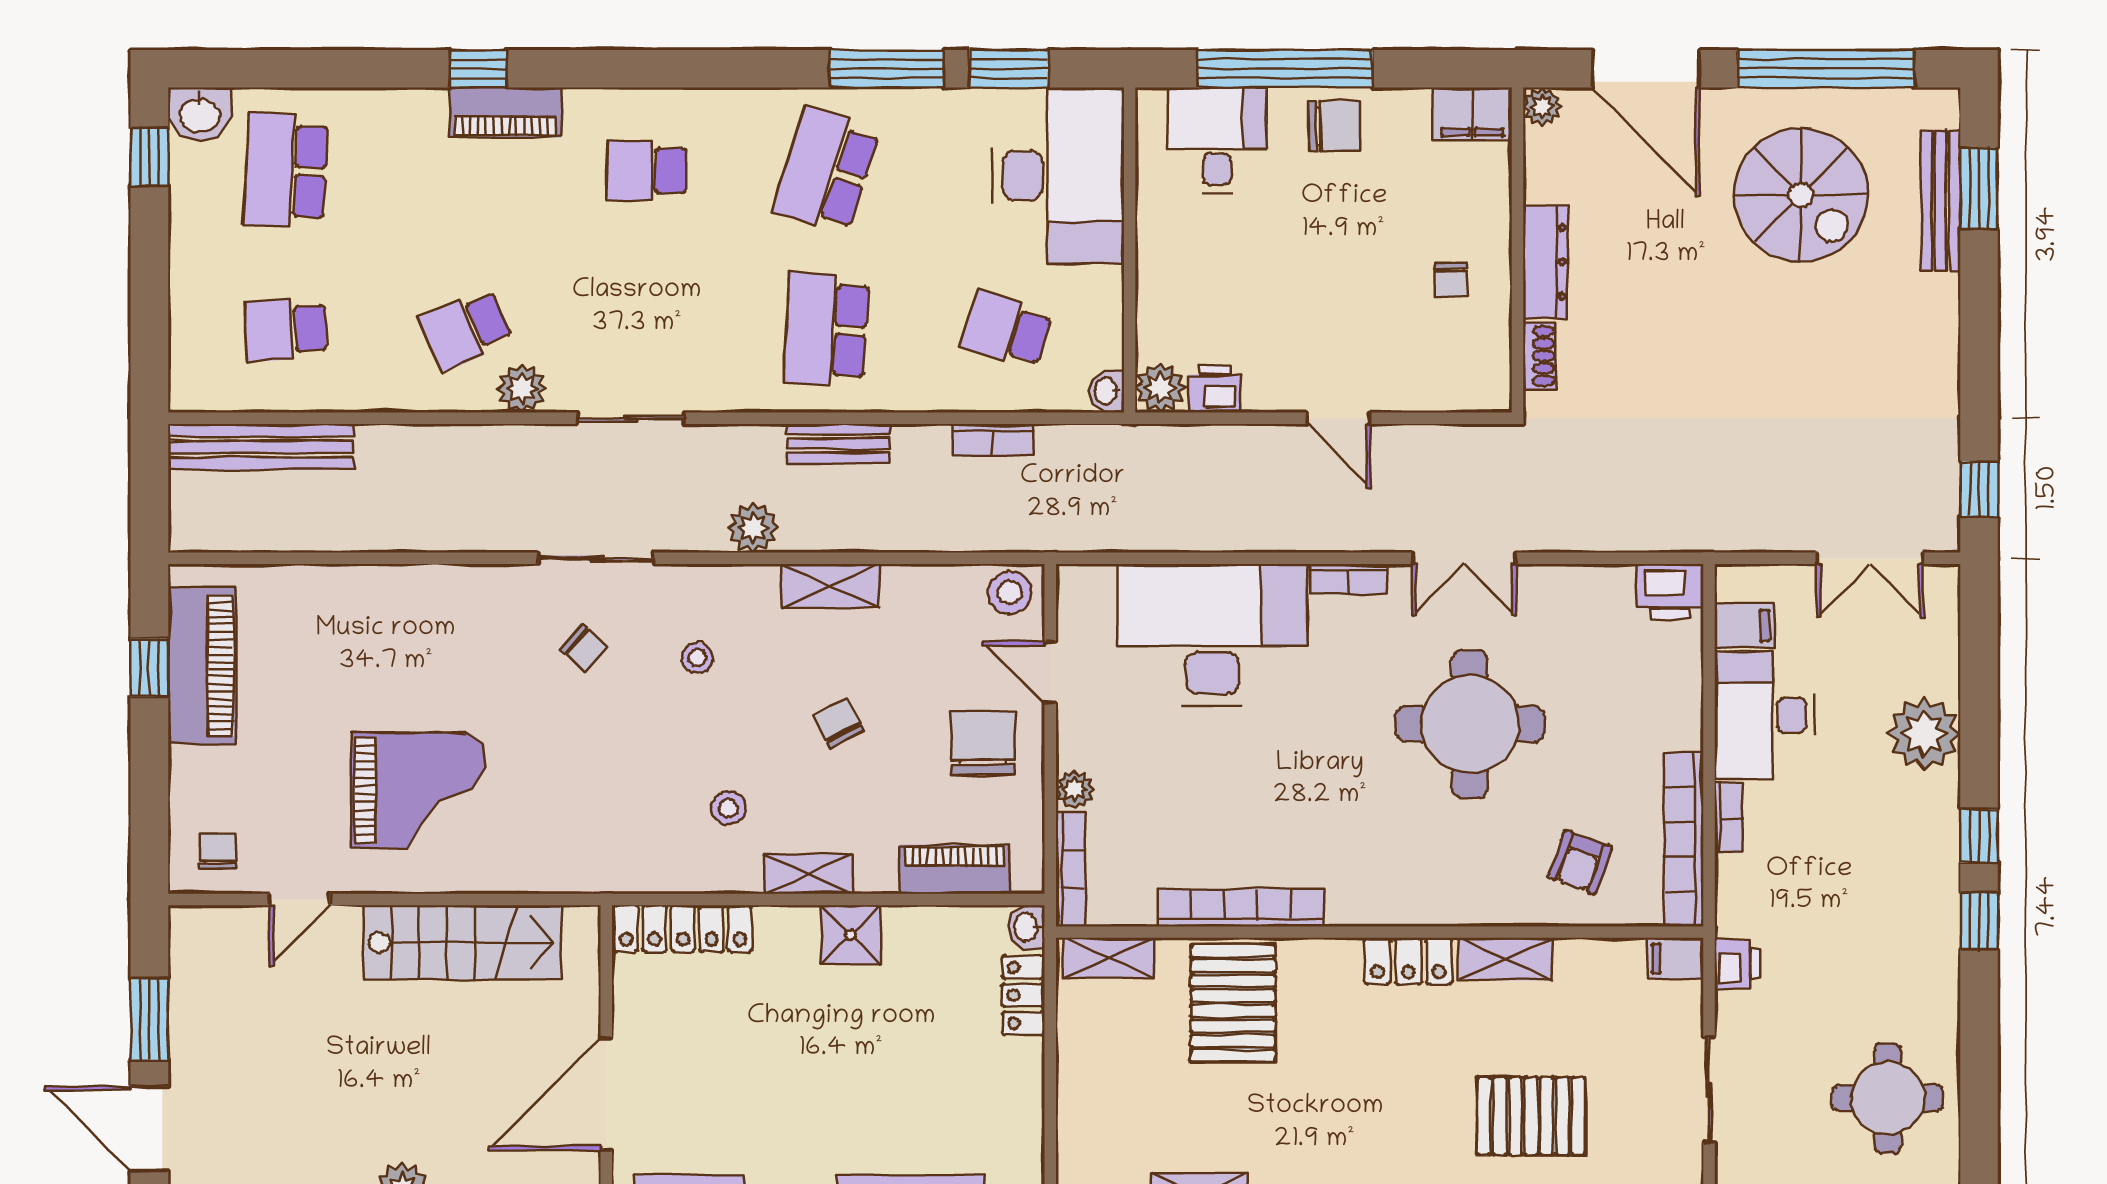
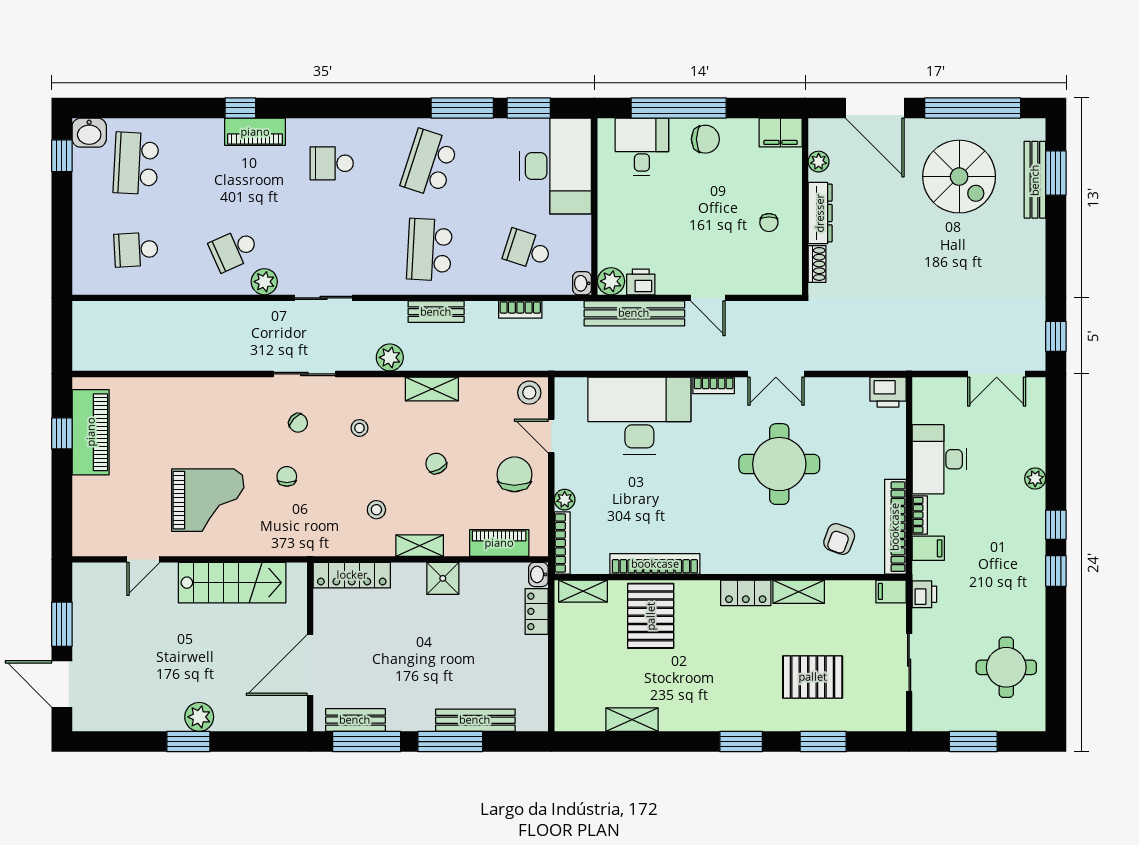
plant: (1542, 107) -> (819, 162), moved
bench: (261, 447) -> (634, 313), moved
filing cabinet: (1744, 626) -> (928, 548), moved
plant: (1924, 734) -> (1035, 479), width x0.53, depth x0.53
chair: (218, 851) -> (287, 476), moved

